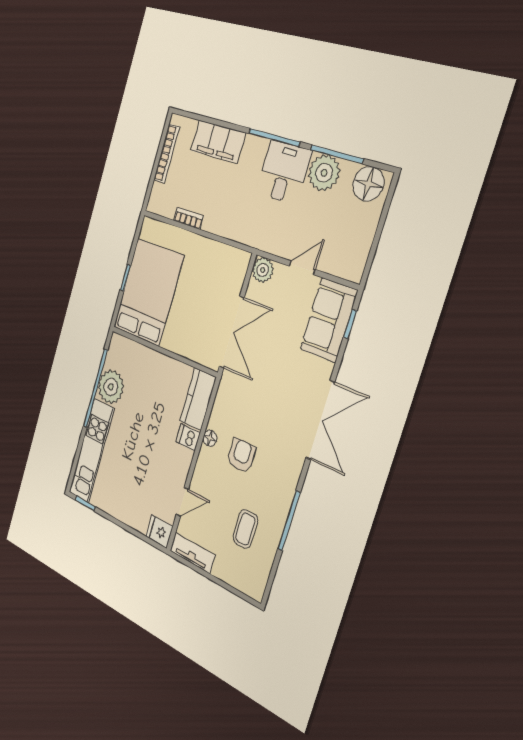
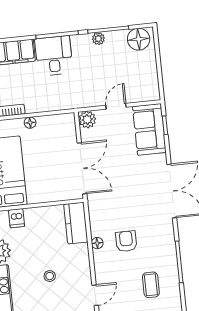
desk: (284, 172) -> (54, 56), moved
plant: (324, 173) -> (98, 39), width x0.53, depth x0.53
floor lamp: (201, 244) -> (30, 123), added
dishwasher: (188, 437) -> (17, 218), moved, turned -90
stool: (147, 448) -> (50, 276), added

